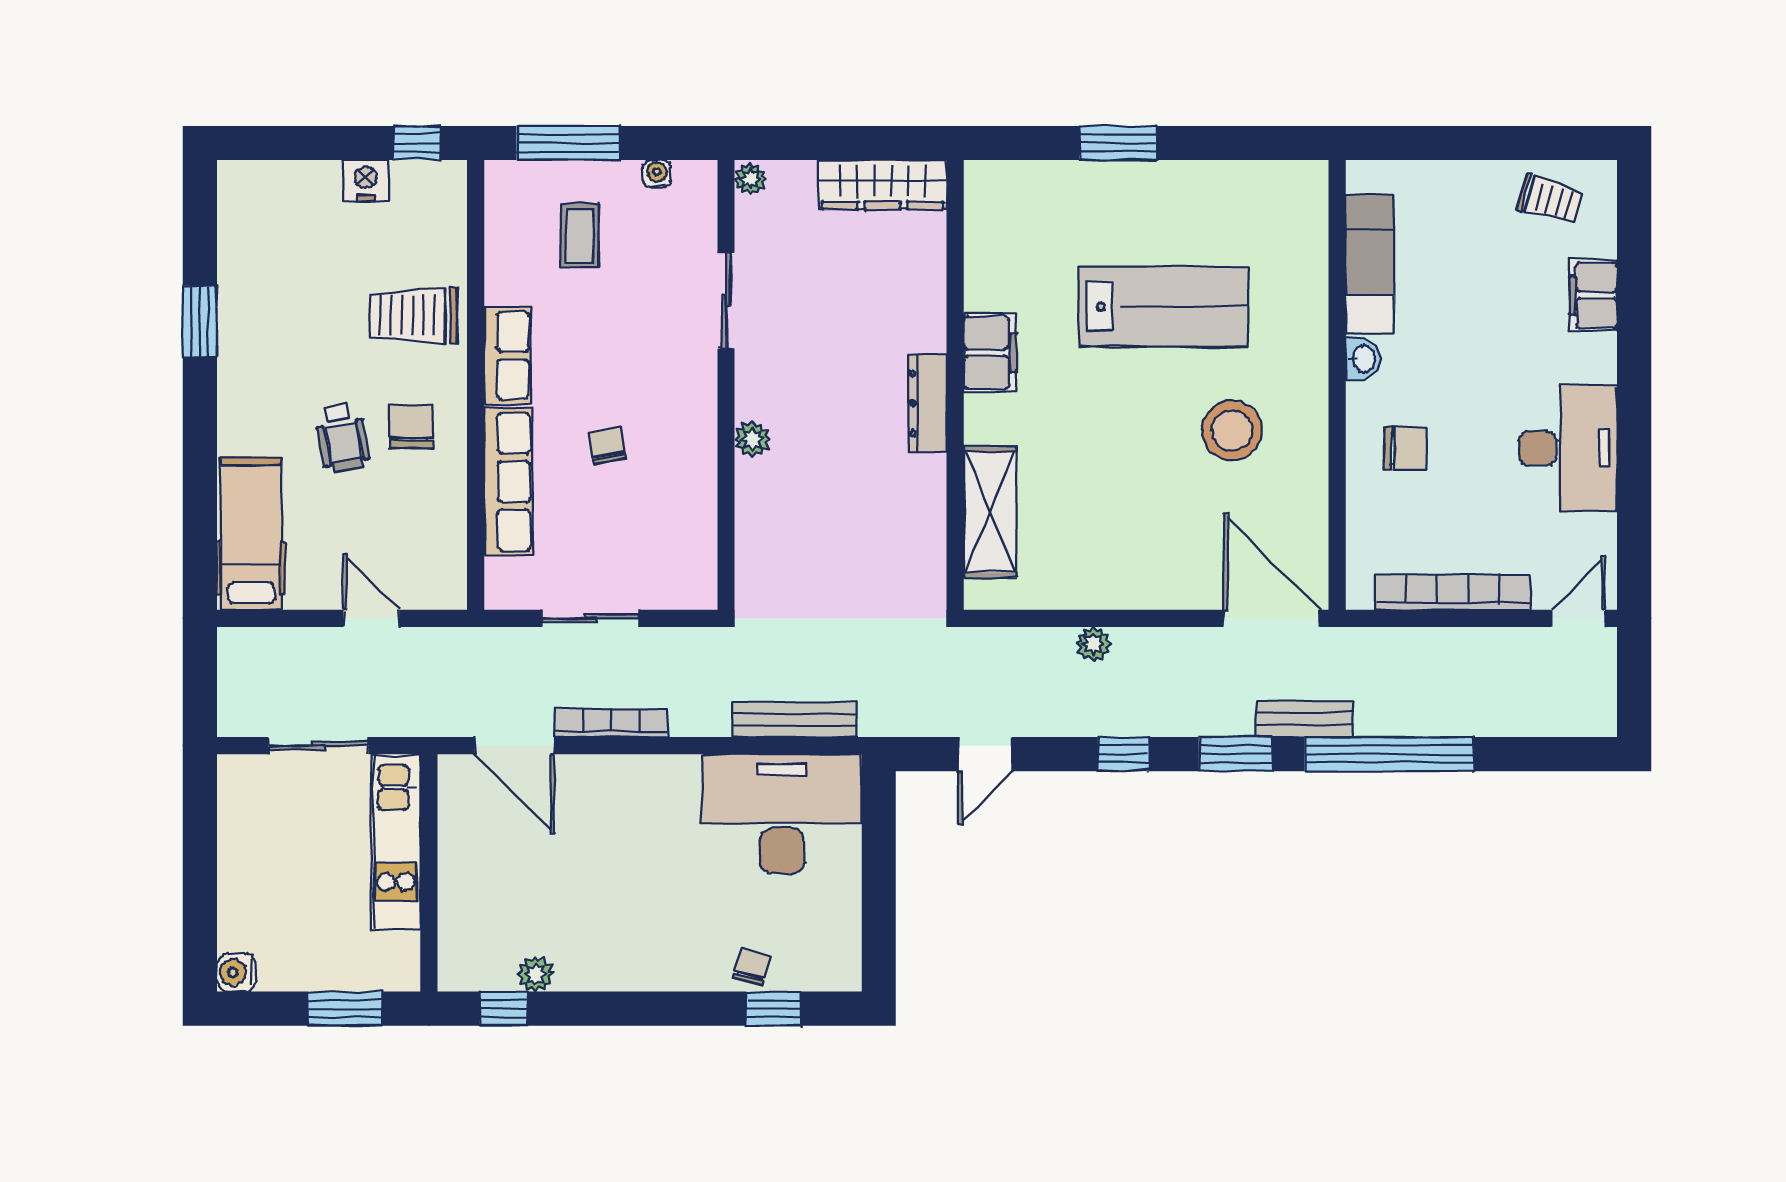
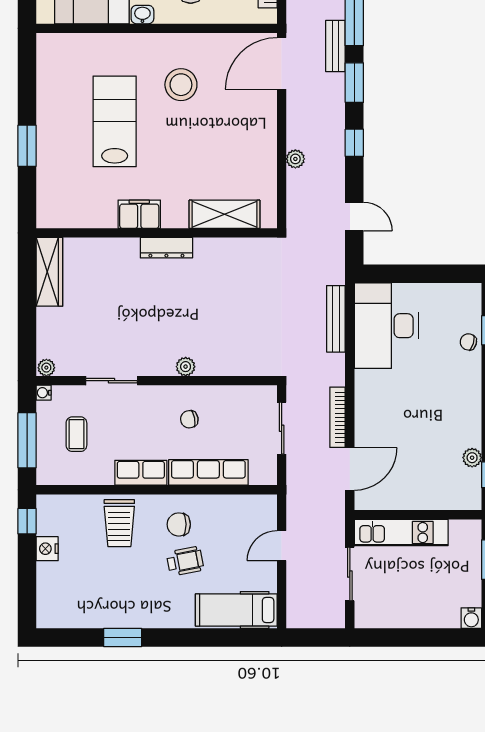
plant: (750, 179) -> (46, 368), moved
coffee table: (579, 235) -> (76, 434), turned 90
sliding door: (726, 301) -> (111, 381), moved
wall: (726, 385) -> (157, 381), moved
plant: (752, 439) -> (186, 367), moved

